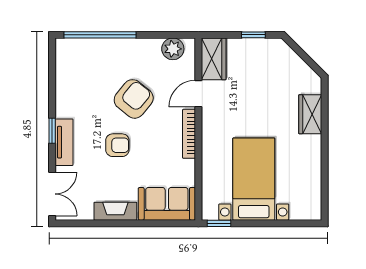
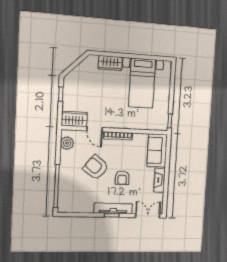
tv unit: (64, 142) -> (113, 208), width x1.41
armchair: (117, 145) -> (122, 178), turned 180
bed with nightstands: (254, 179) -> (142, 83), moved, turned -90

